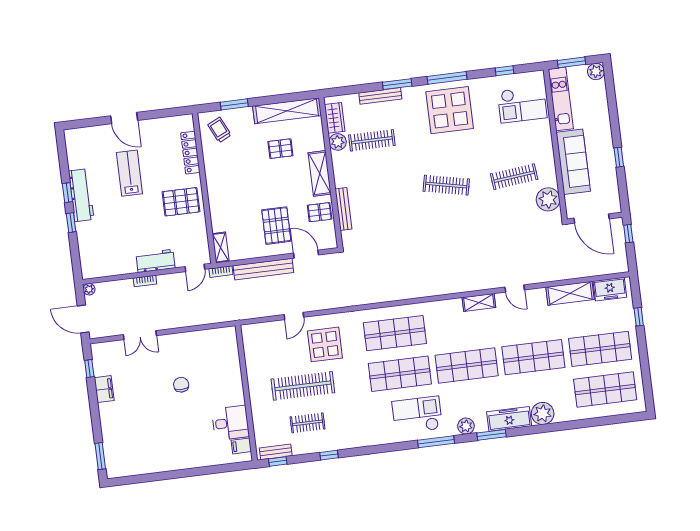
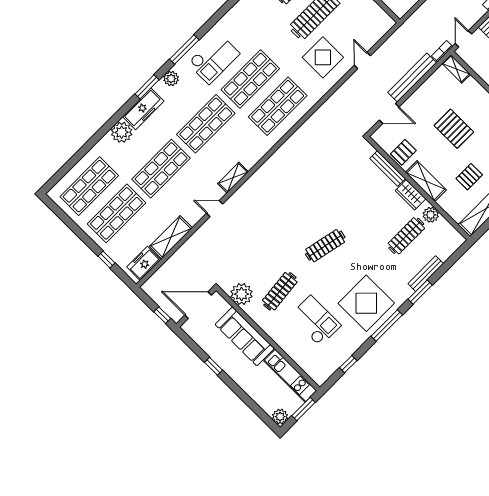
checkout: (522, 104) -> (315, 321), moved, turned 90
wardrobe: (335, 118) -> (410, 195), moved
pallet: (276, 226) -> (454, 129), moved

